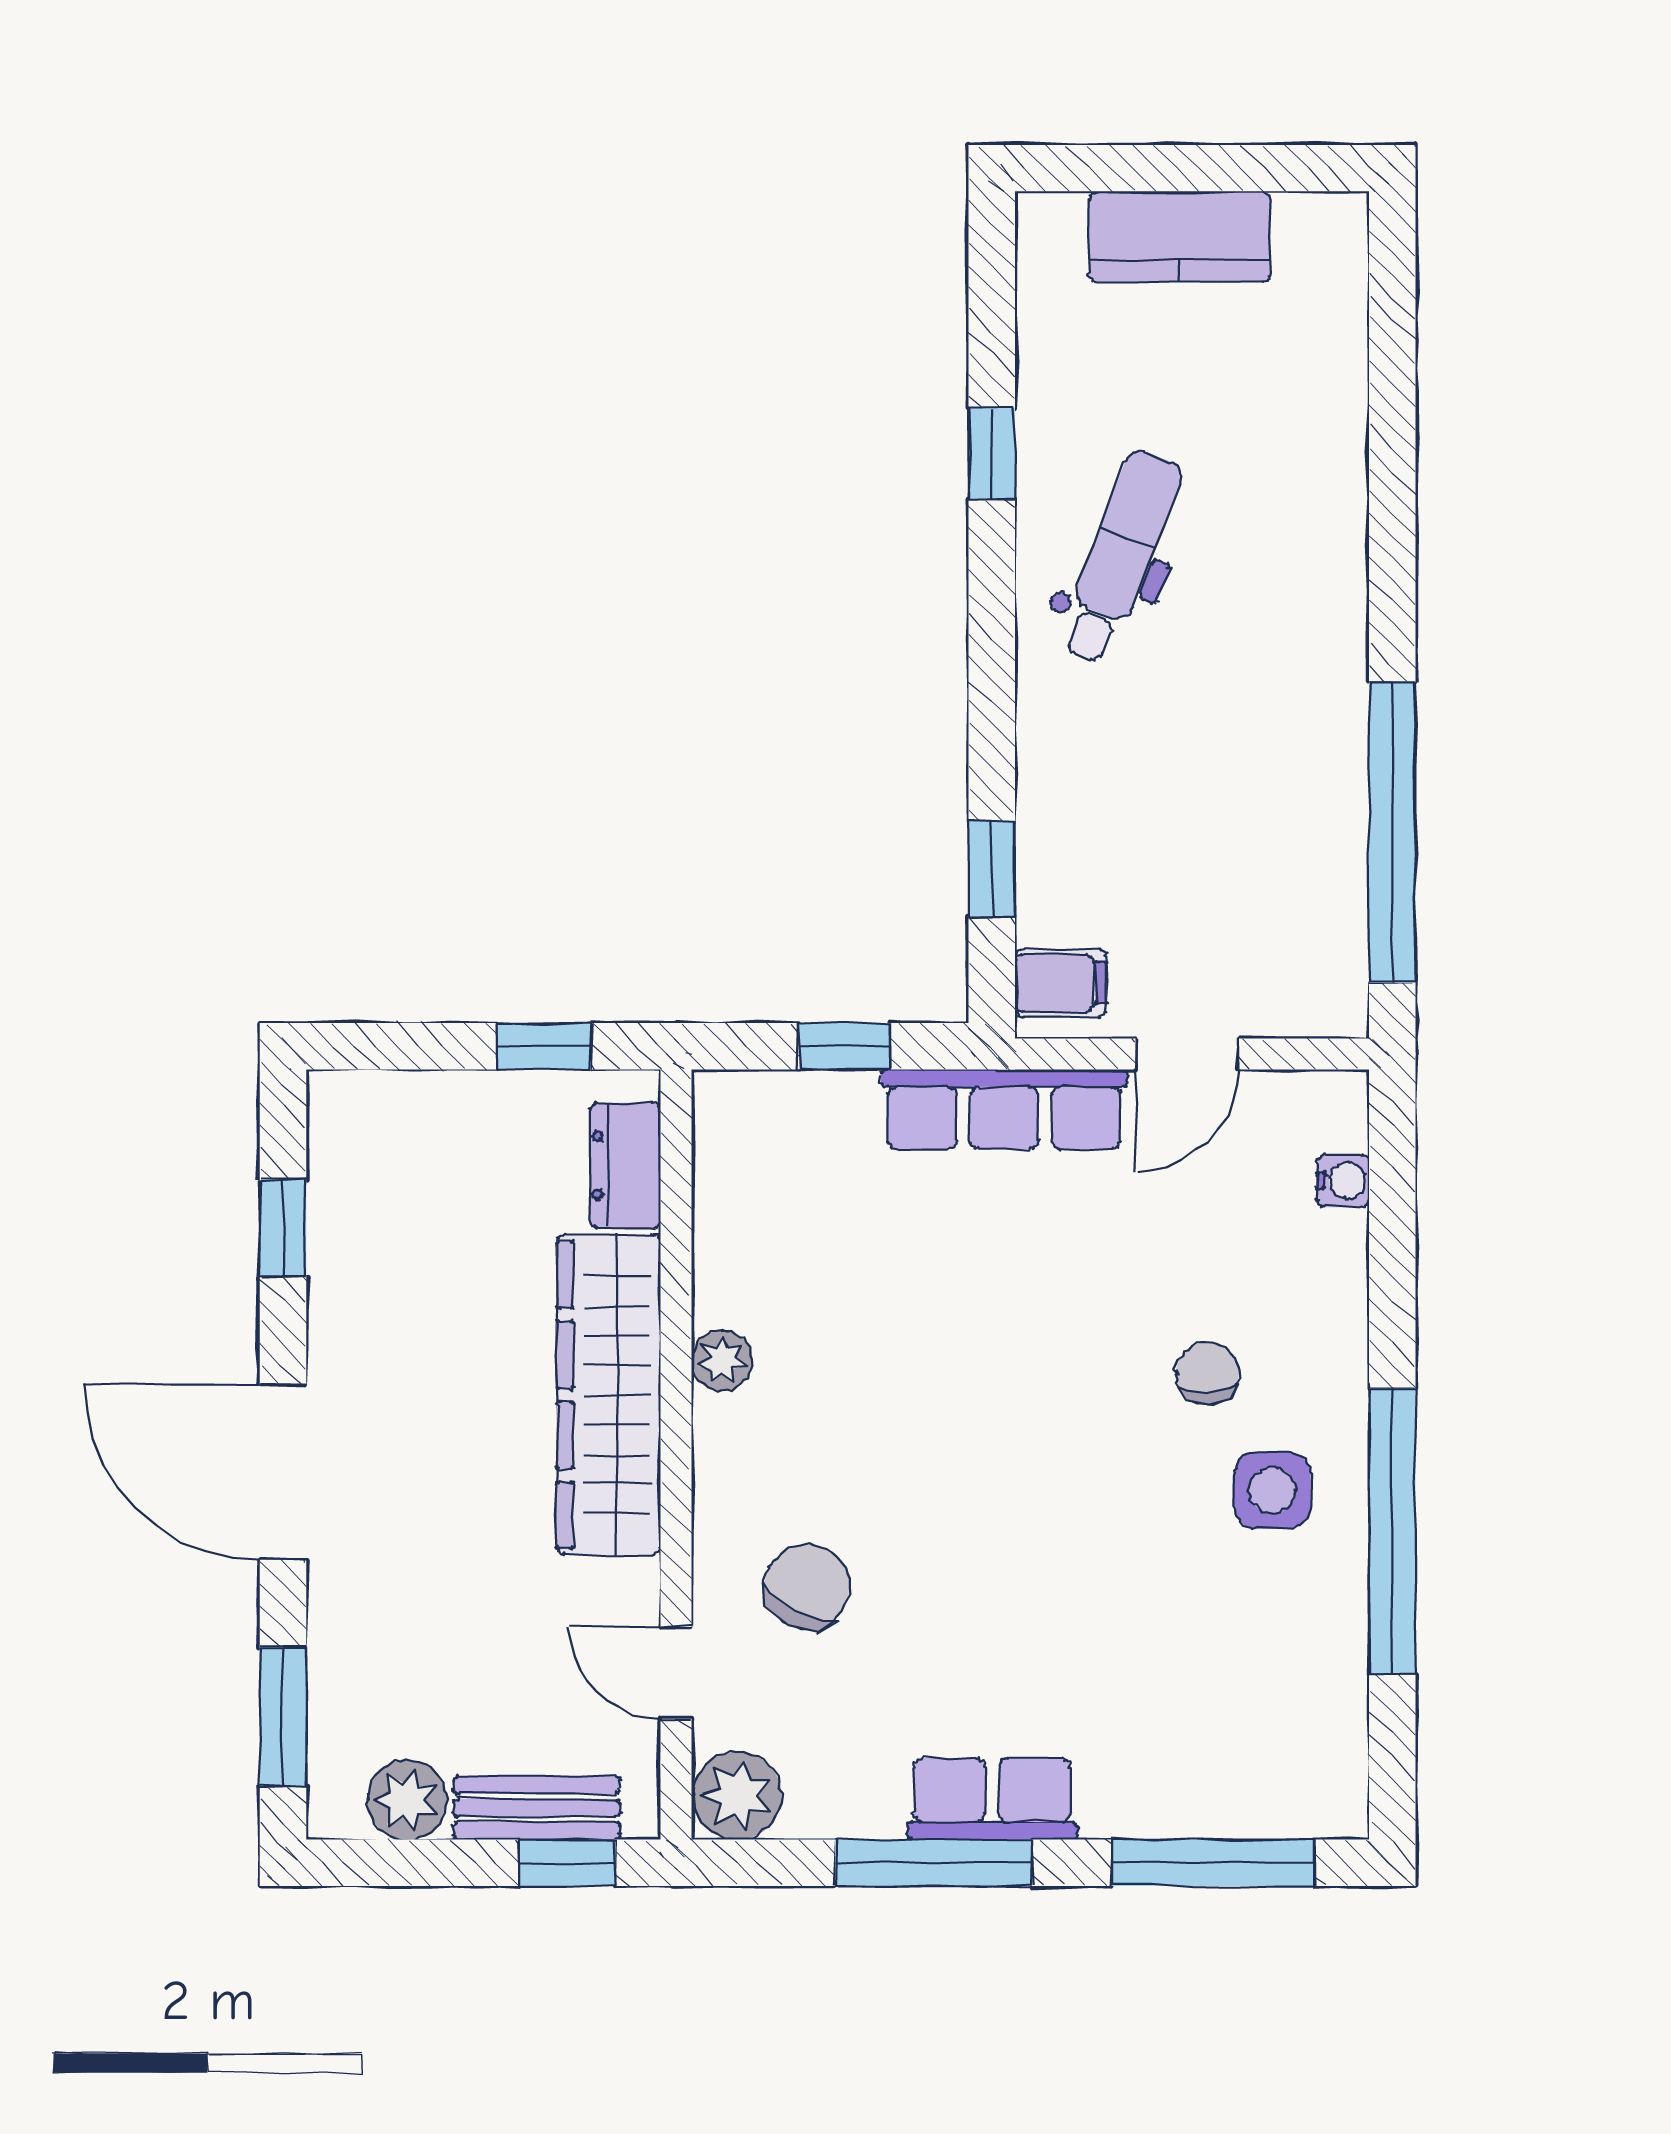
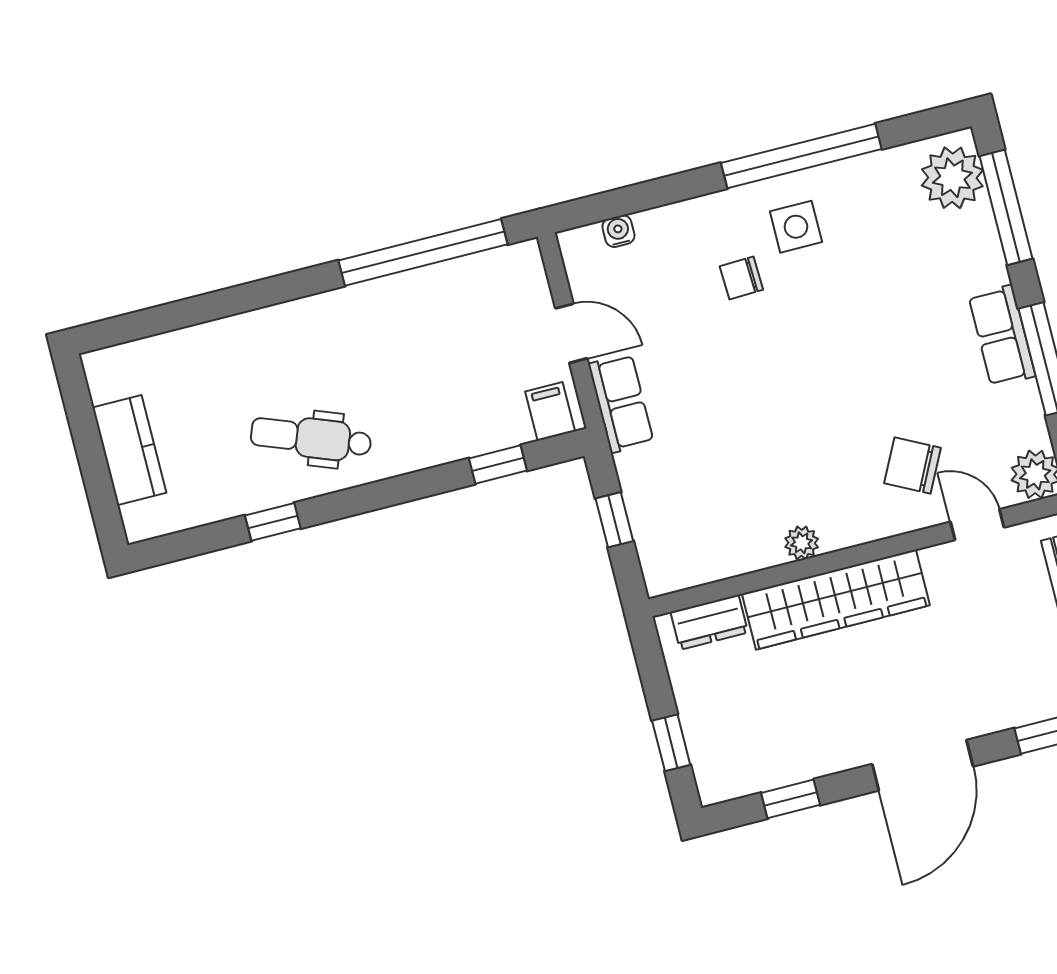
window: (544, 1046) -> (671, 743), moved
row of seats: (1004, 1109) -> (621, 403), width x0.68
door: (676, 1673) -> (977, 525), swing flipped
plant: (1288, 1783) -> (952, 178), added

